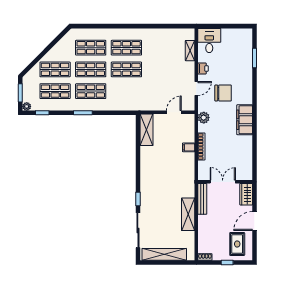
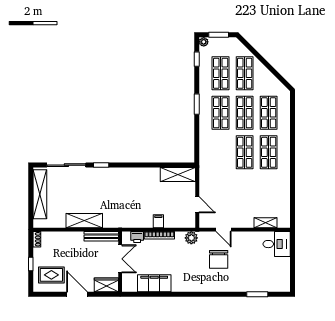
printer: (203, 69) -> (137, 237), moved
filing cabinet: (245, 120) -> (154, 283), moved

